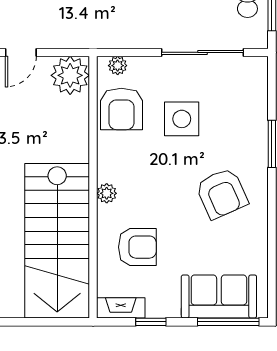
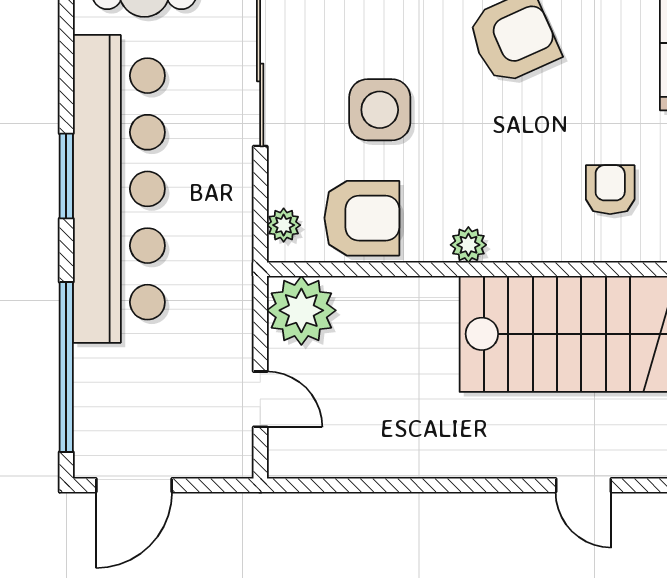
plant: (107, 193) -> (468, 245), moved
armchair: (137, 247) -> (610, 190), width x0.72, depth x0.72

